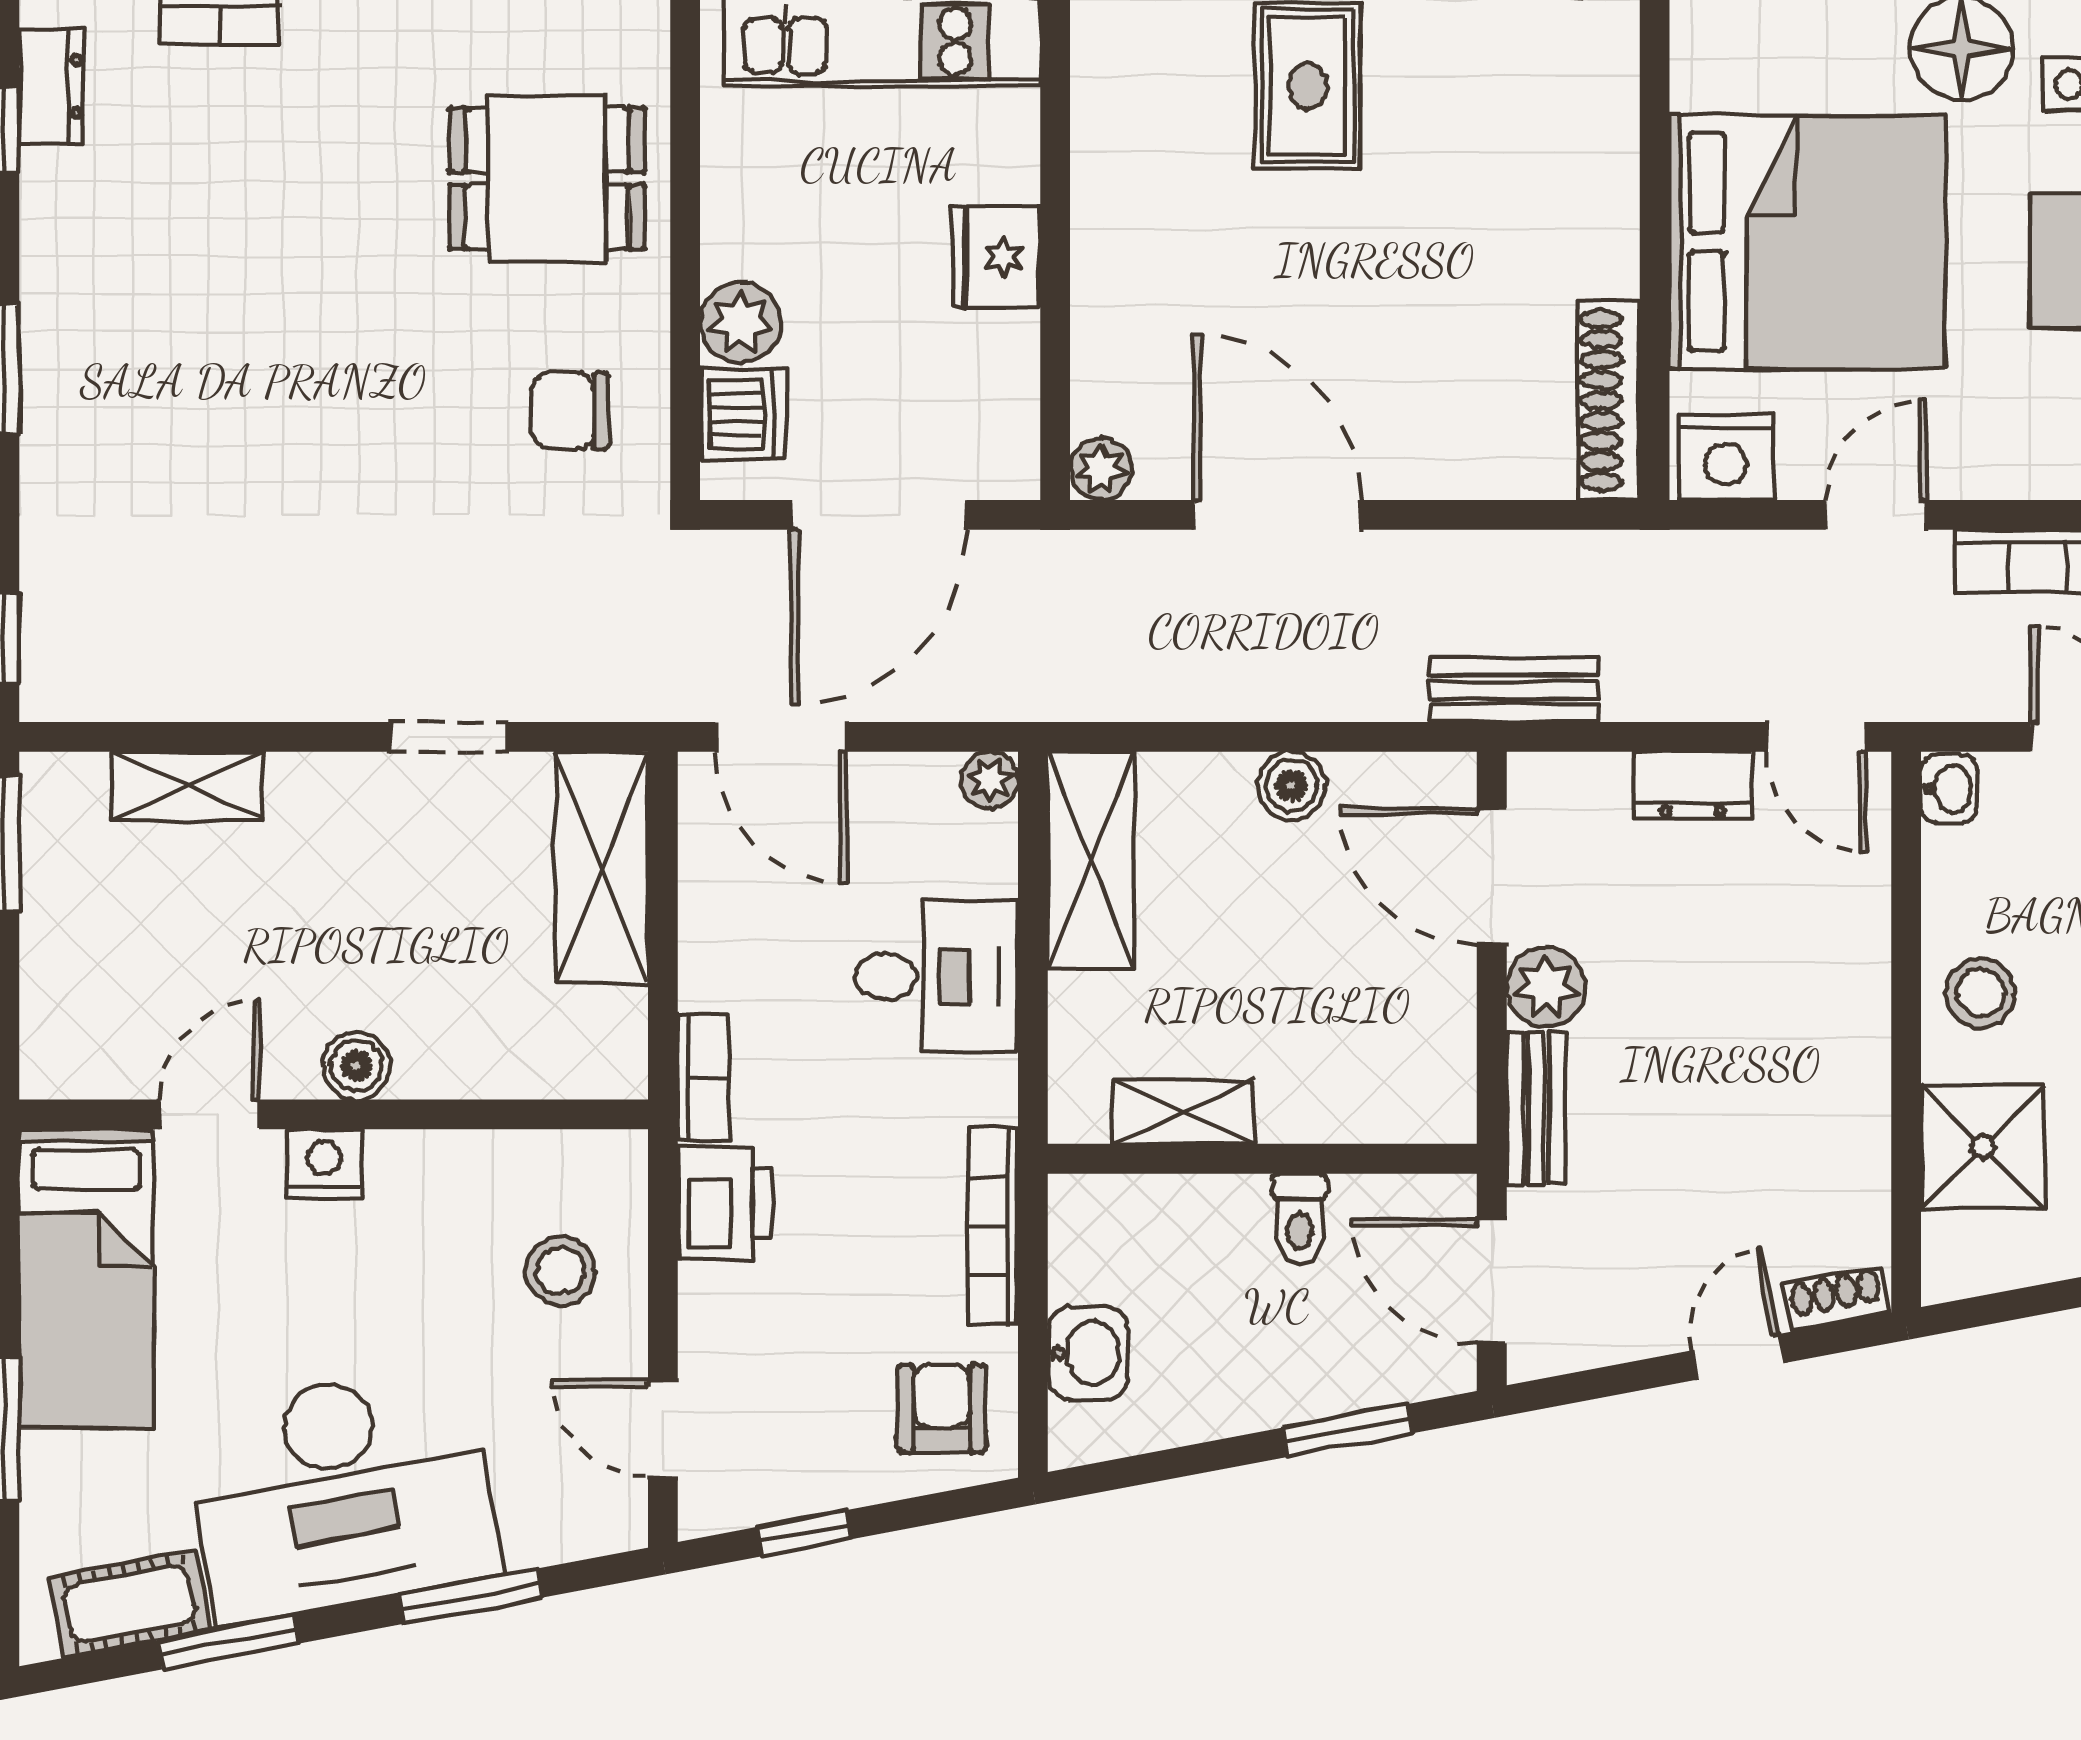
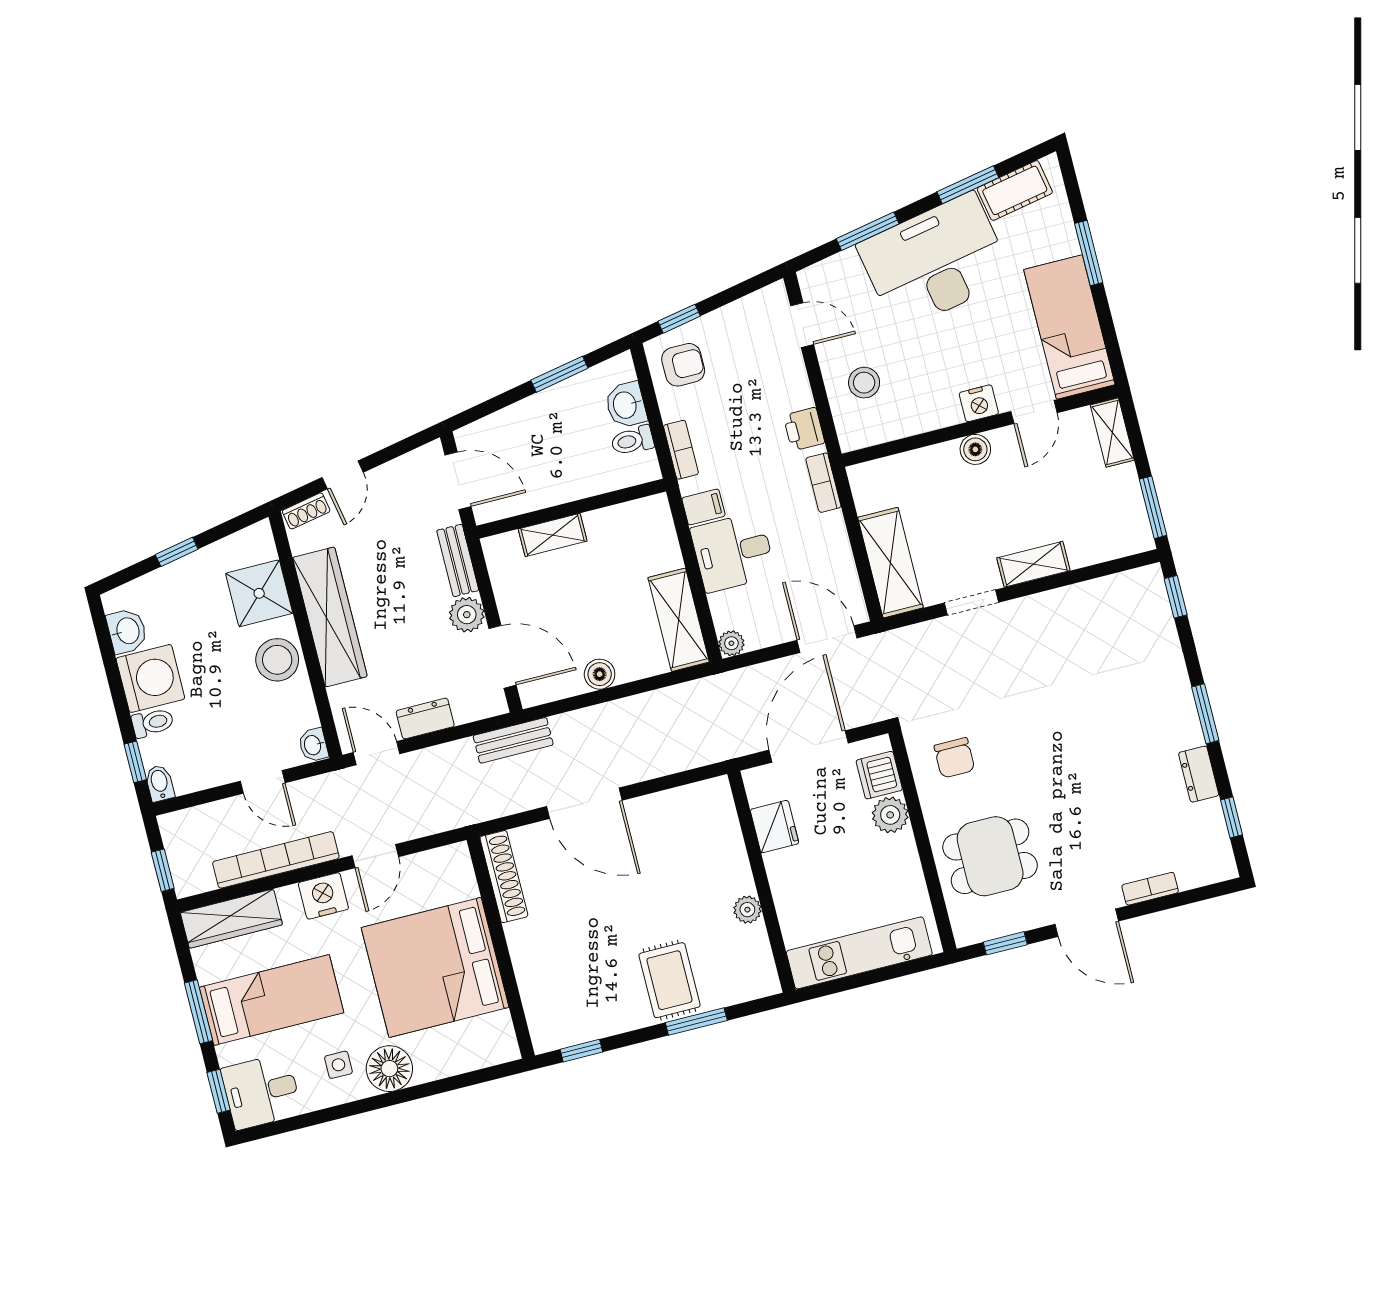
dresser: (51, 86) -> (1199, 774), moved
fridge: (997, 257) -> (775, 827), moved
chair: (570, 411) -> (954, 758), turned 90
nightstand: (1725, 457) -> (323, 896), moved
plant: (1101, 469) -> (747, 910), moved
door: (1277, 515) -> (584, 803), moved
shelving: (187, 786) -> (1033, 564), moved
stool: (1980, 993) -> (277, 660), width x1.38, depth x1.38
shelving: (51, 1027) -> (1112, 432), added
wardrobe: (1843, 1057) -> (330, 617), added
filing cabinet: (976, 1090) -> (703, 507), added
shelving: (1183, 1112) -> (553, 535), moved
printer: (725, 1203) -> (804, 429), width x0.73, depth x0.81
toilet: (1300, 1219) -> (632, 441), moved, turned -90
bookcase: (993, 1226) -> (681, 450), width x0.64
armchair: (942, 1408) -> (683, 365), turned -90
window: (1348, 1430) -> (559, 374), moved
window: (804, 1533) -> (679, 319), moved

